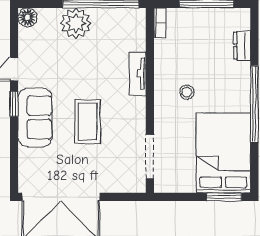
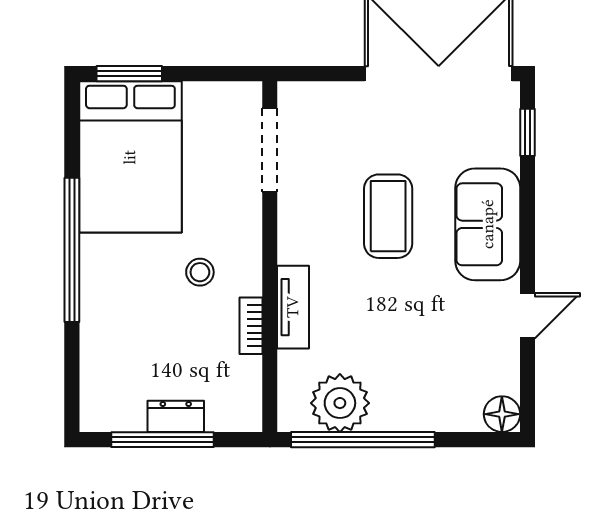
plant: (76, 23) -> (340, 403), moved
bookcase: (160, 23) -> (251, 326), moved
dresser: (242, 46) -> (176, 416), moved, turned -90
window: (14, 104) -> (527, 132), moved

